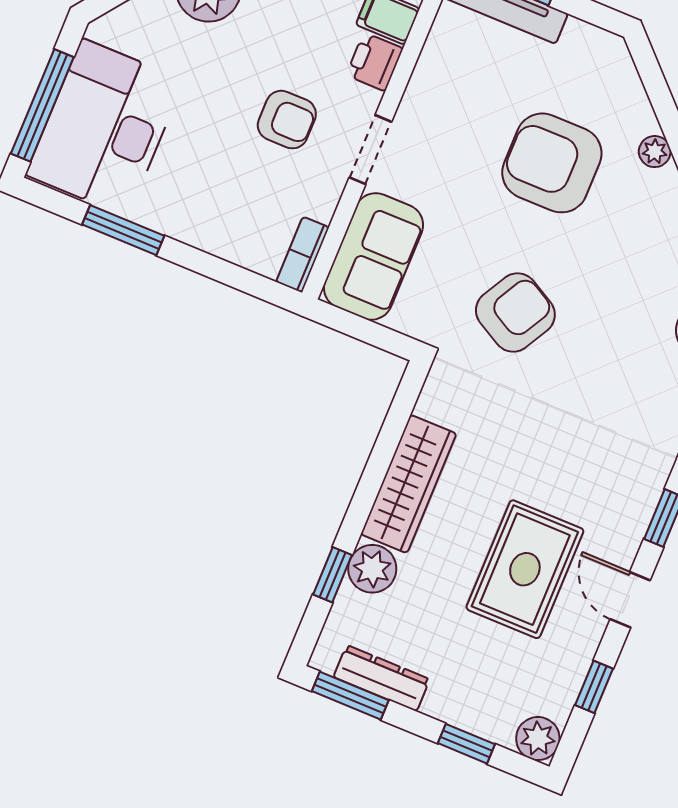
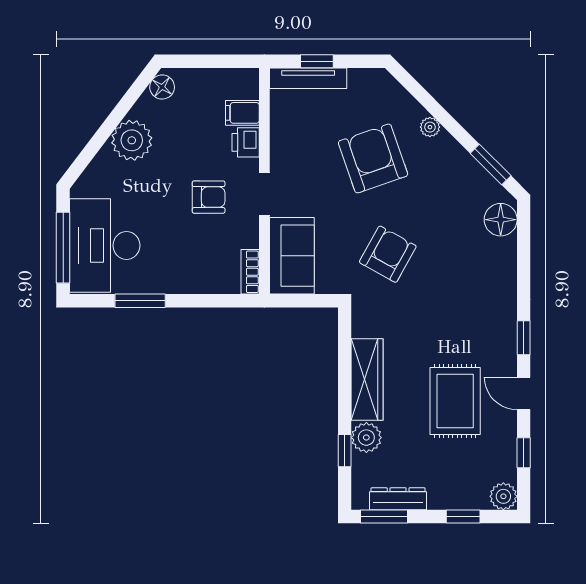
armchair: (552, 163) -> (373, 158), turned 71

